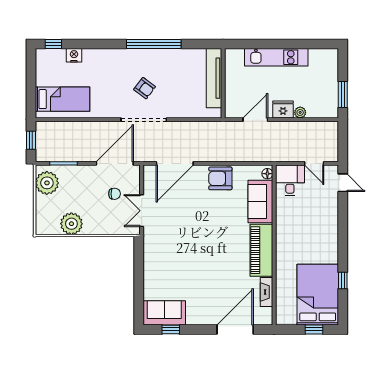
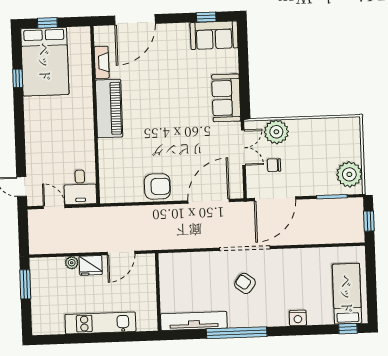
nightstand: (74, 55) -> (298, 318), moved
tv unit: (214, 78) -> (194, 321), moved, turned -90
bed: (62, 99) -> (347, 294), moved, turned 90
floor lamp: (267, 174) -> (106, 194), removed
sofa: (260, 202) -> (226, 98), moved, turned 180
plant: (71, 224) -> (276, 132), moved

